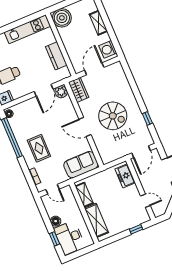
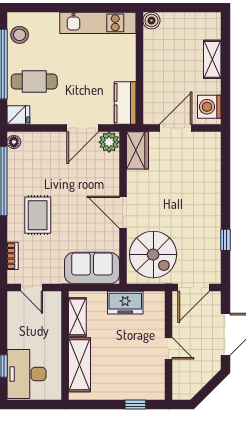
boiler: (62, 18) -> (151, 21), width x0.54, depth x0.54
kitchen counter: (56, 56) -> (125, 103), moved
spiral stairs: (113, 116) -> (153, 255), moved
freezer: (125, 176) -> (125, 303), moved, turned -90
door: (145, 201) -> (168, 348), moved
floor lamp: (56, 221) -> (16, 339), removed

